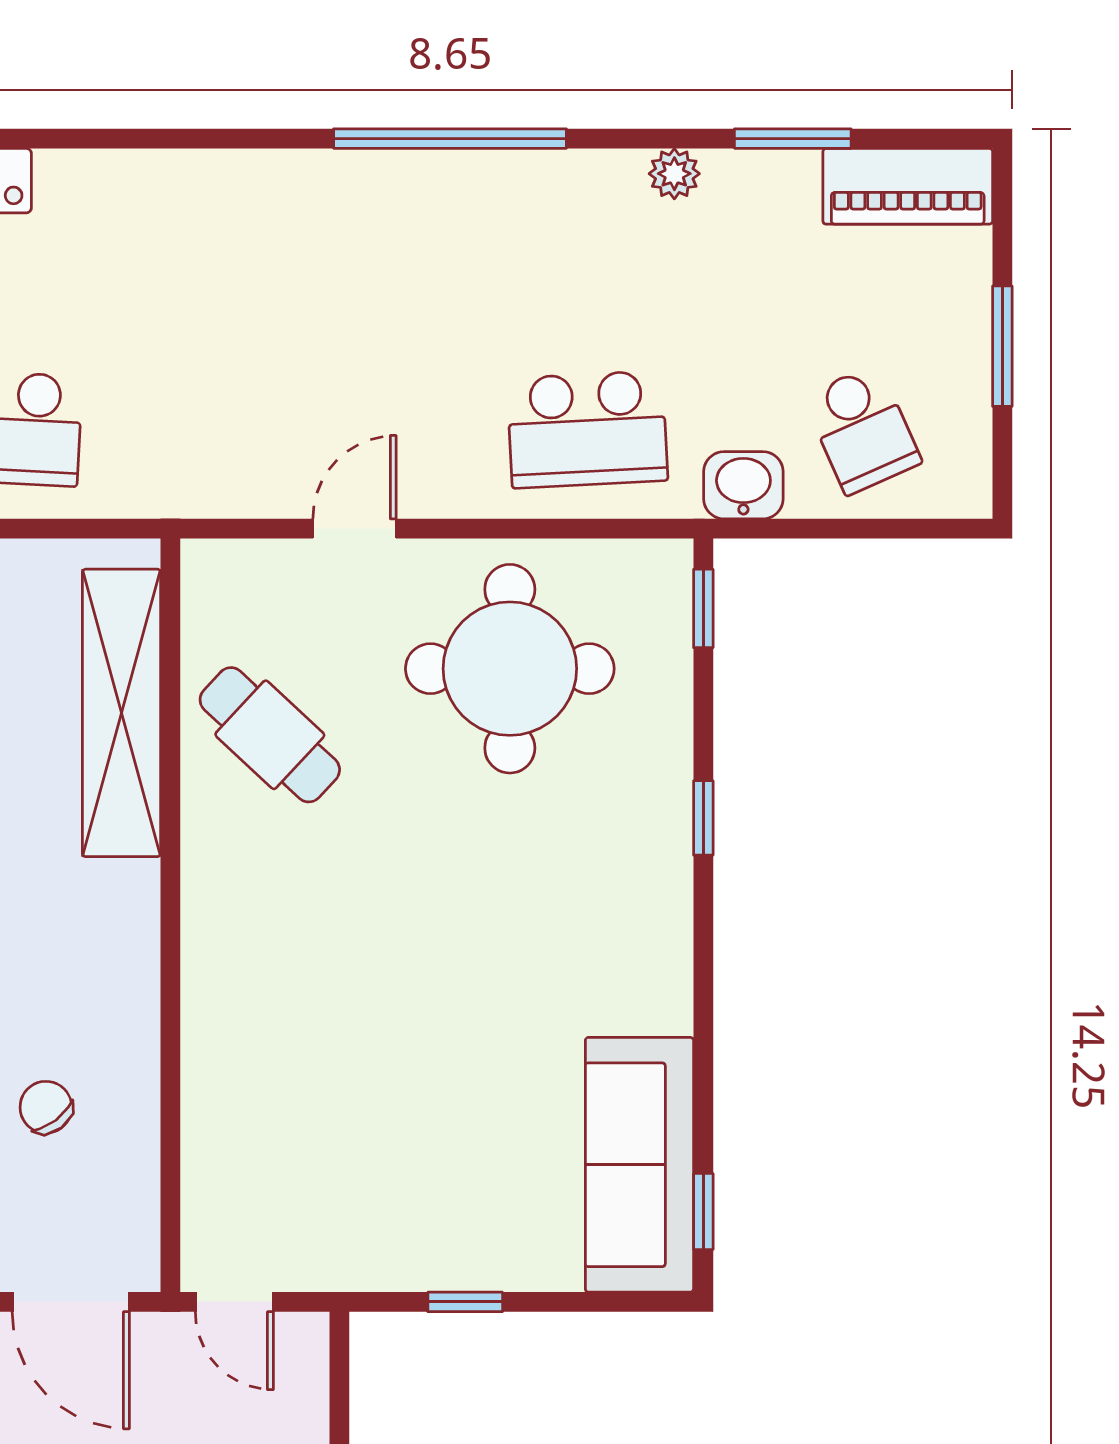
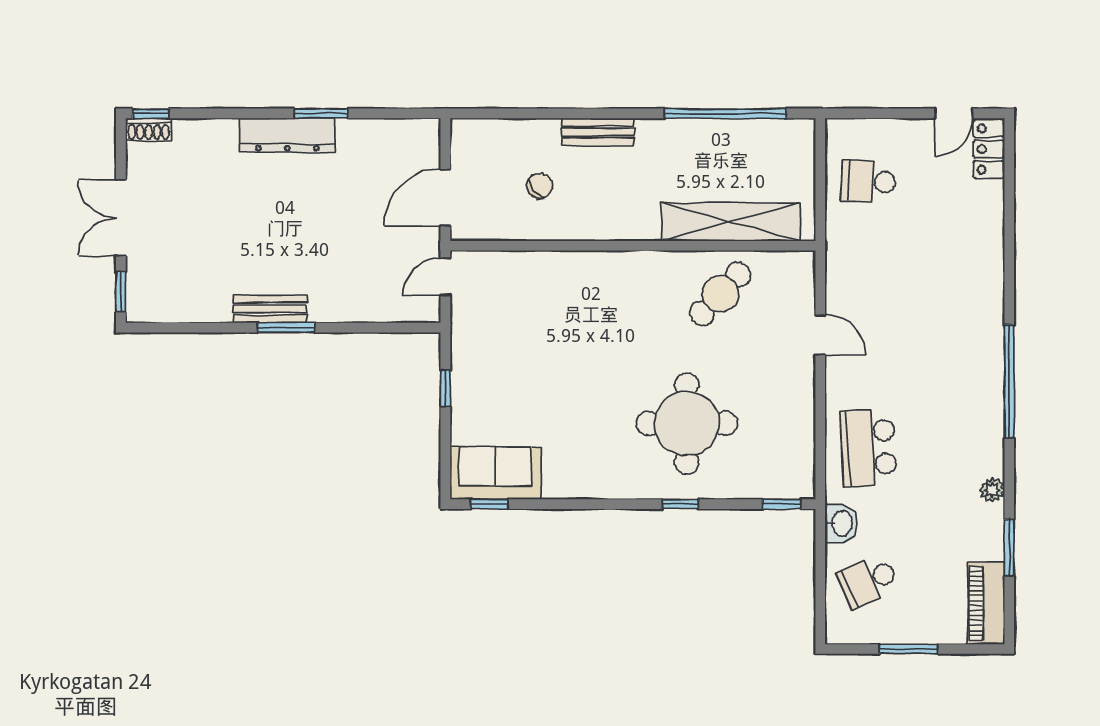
round table: (510, 669) -> (687, 423), moved
sofa: (639, 1165) -> (495, 473), width x0.73

